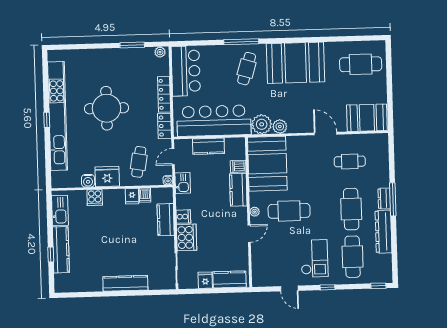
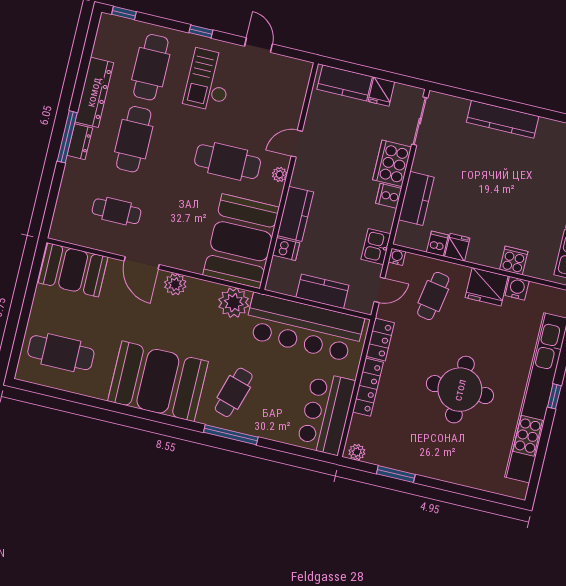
plant: (280, 127) -> (175, 284), moved

